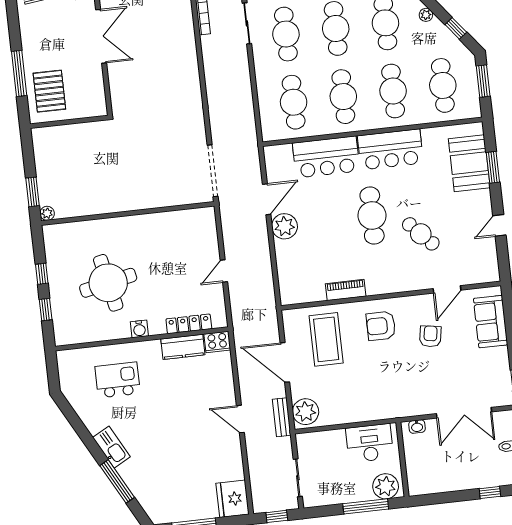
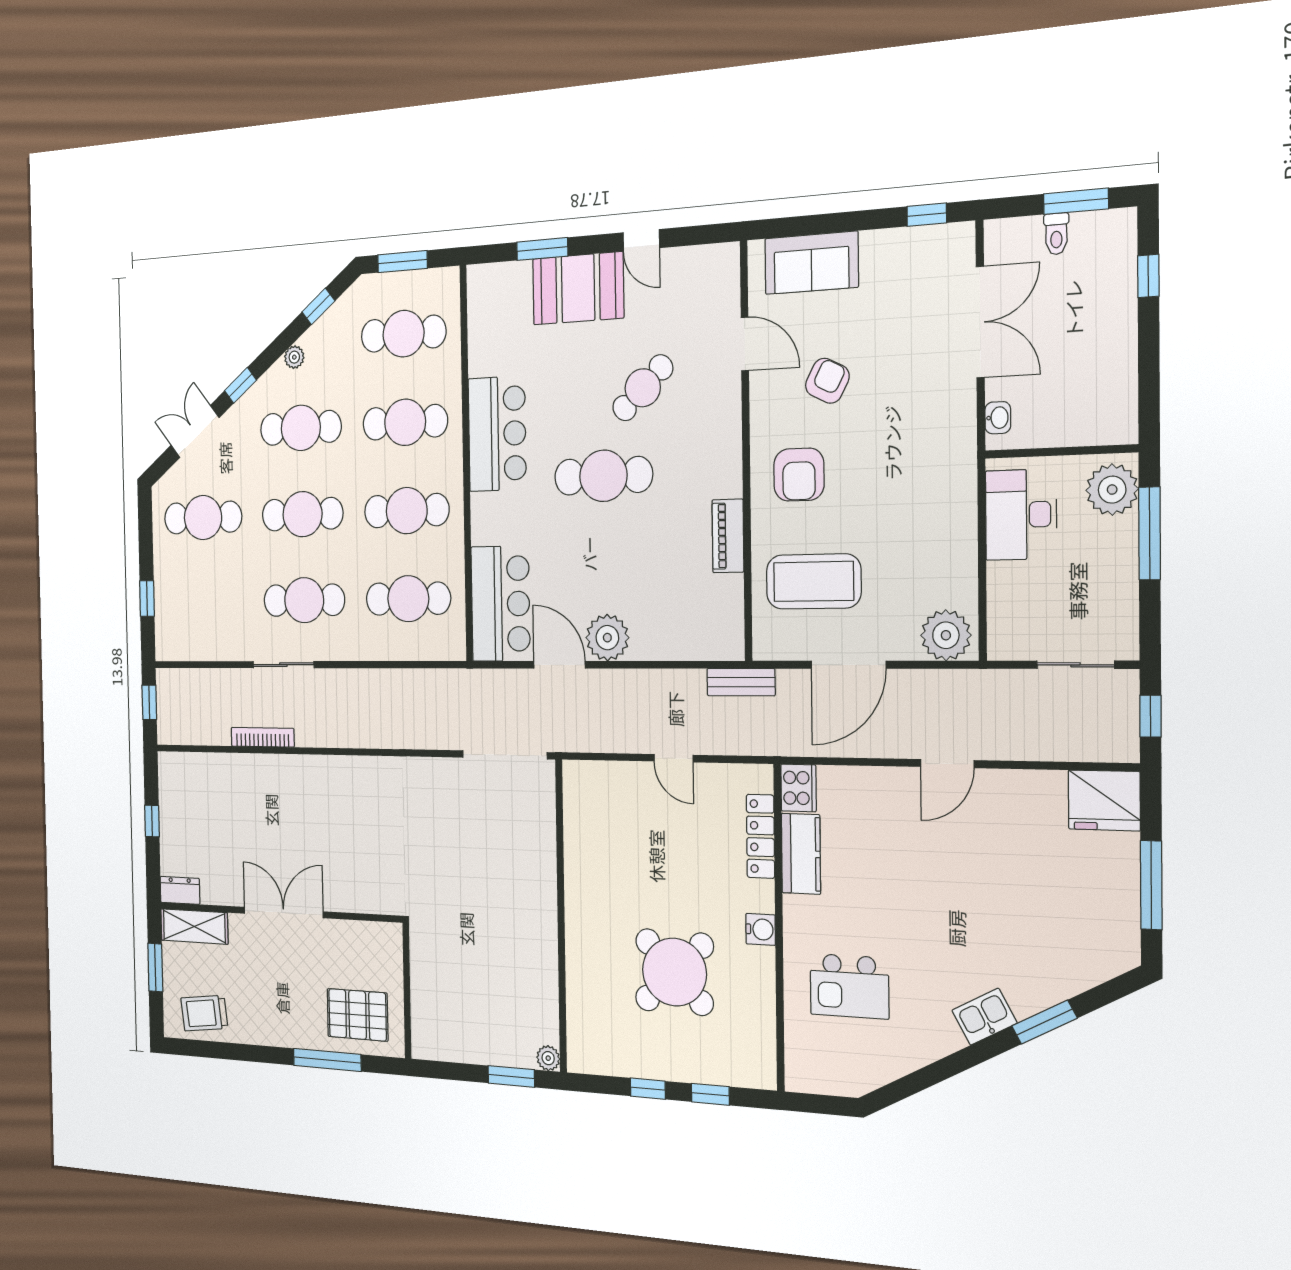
bar counter: (326, 157) -> (501, 604), moved
booth: (469, 163) -> (578, 288), moved
round table: (108, 283) -> (674, 972), turned -32
armchair: (430, 336) -> (827, 381), turned 108
kitchen island: (118, 380) -> (849, 986), turned -90
bench: (282, 417) -> (741, 682), moved
kitchen sink: (111, 447) -> (984, 1017), width x0.73
window: (117, 481) -> (1044, 1022), width x0.69

